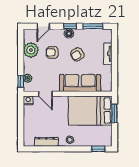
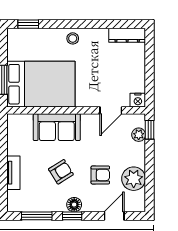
sofa: (80, 83) -> (57, 127), width x0.73
door: (45, 94) -> (111, 110), swing flipped
dresser: (46, 142) -> (127, 35), moved

